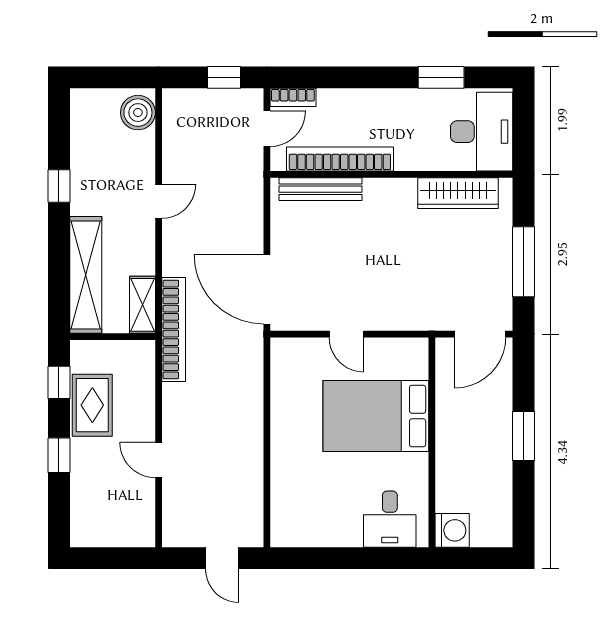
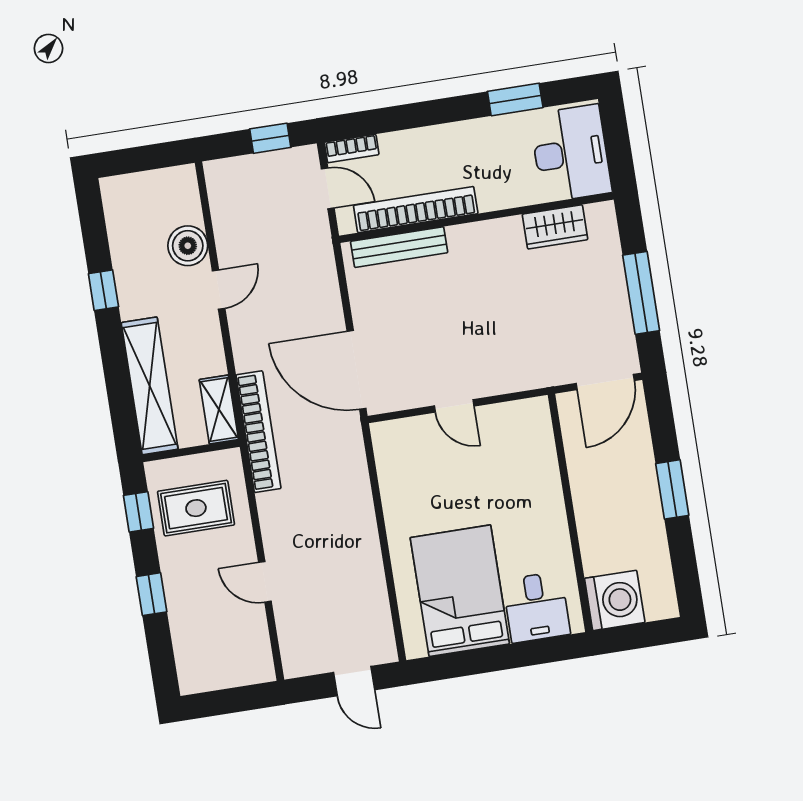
boiler: (138, 113) -> (188, 246), moved
door: (267, 129) -> (328, 188), hinge flipped
wardrobe: (458, 193) -> (555, 227), width x0.67
rug: (92, 405) -> (196, 508), moved, turned 90
bed: (376, 416) -> (460, 591), moved, turned 90
washing machine: (452, 530) -> (615, 600), width x1.37, depth x1.37

